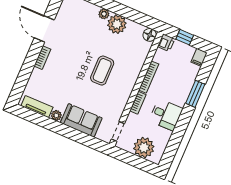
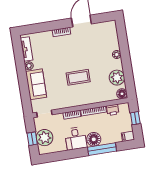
plant: (117, 24) -> (117, 78), moved
printer: (166, 43) -> (113, 110), moved
window: (195, 94) -> (102, 149), width x1.44
floor lamp: (179, 96) -> (94, 139), added
window: (137, 161) -> (32, 139), added

